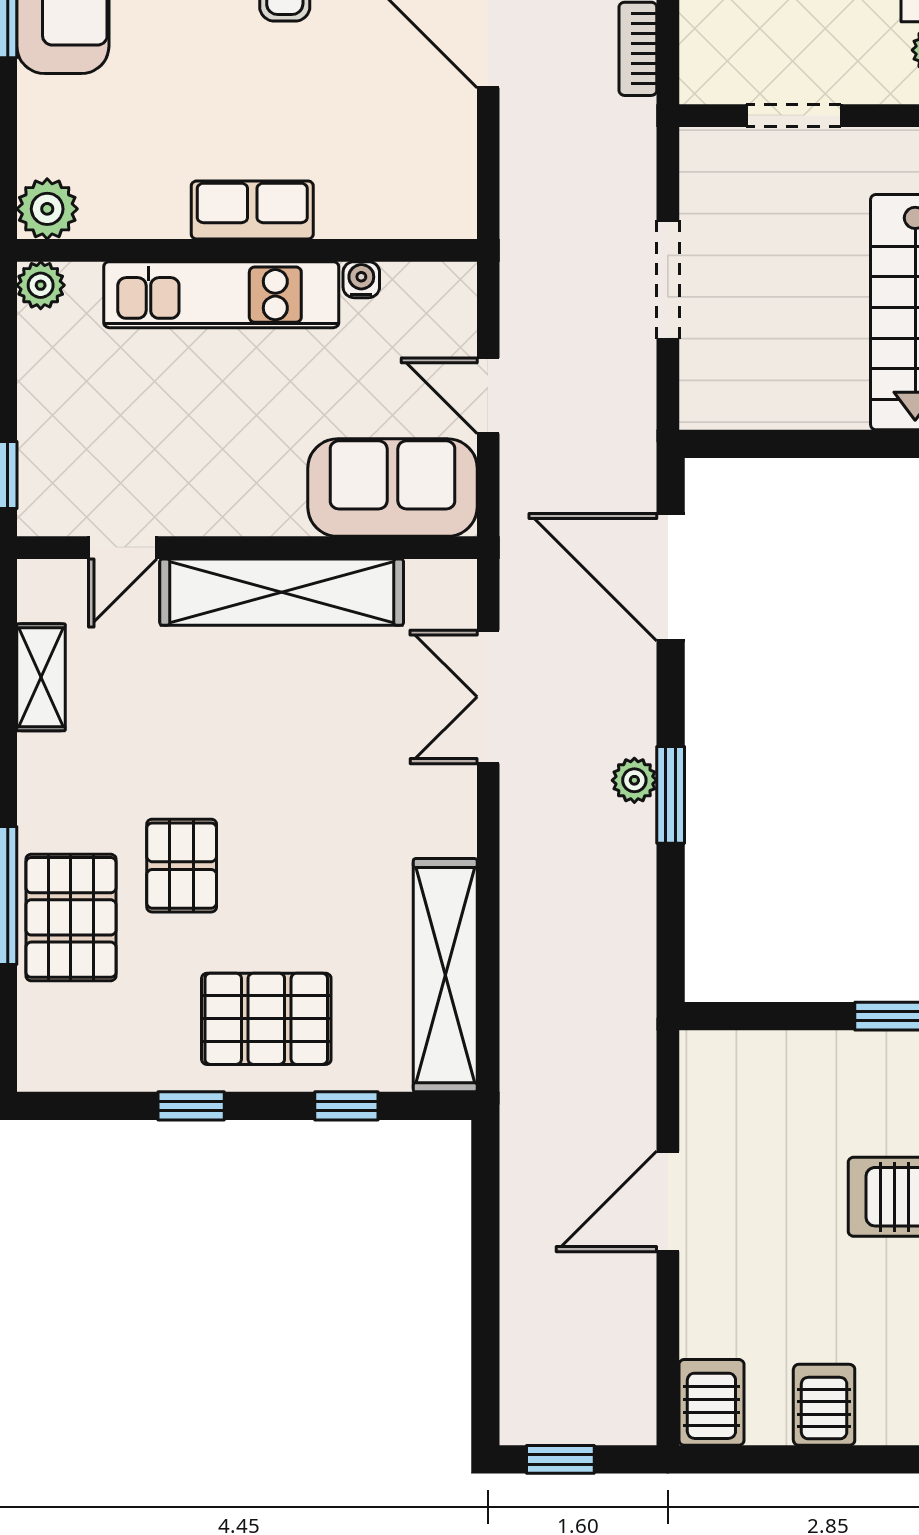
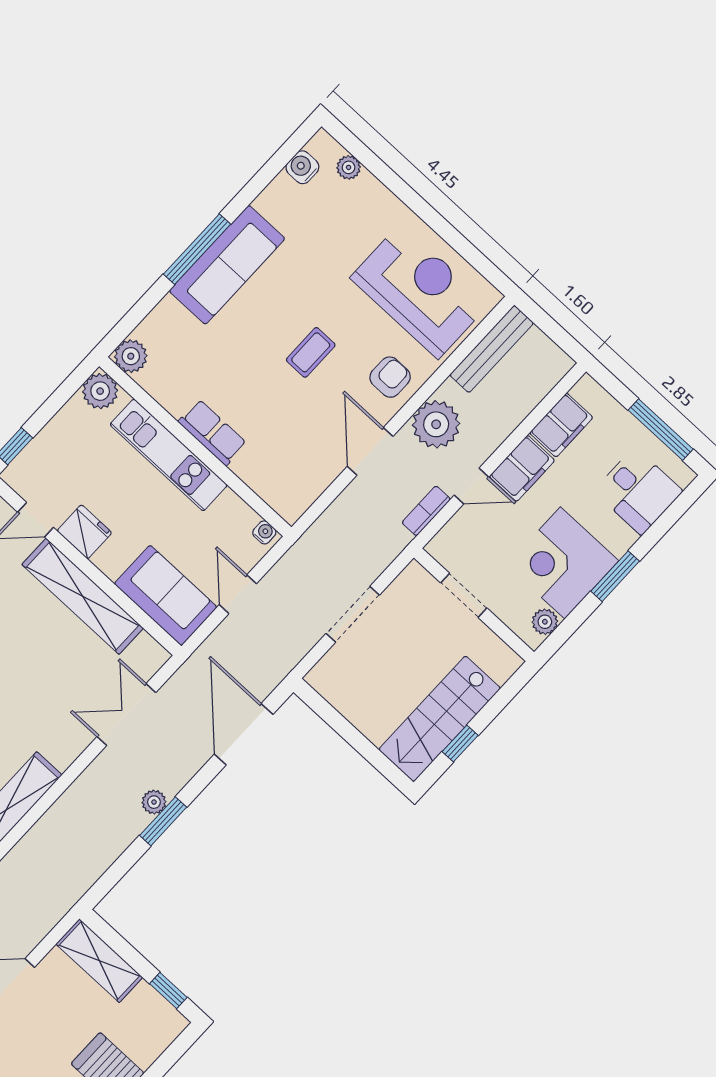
water cooler: (361, 280) -> (264, 532), moved
plant: (41, 285) -> (100, 391), width x1.38, depth x1.38
fridge: (204, 503) -> (84, 532), added
shelving: (759, 1062) -> (99, 961), added

